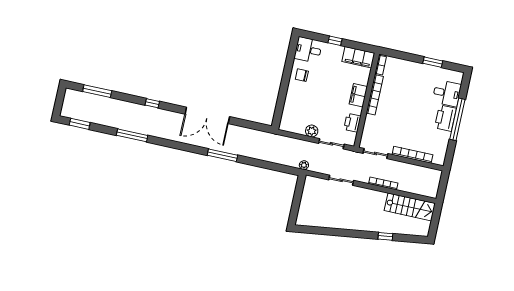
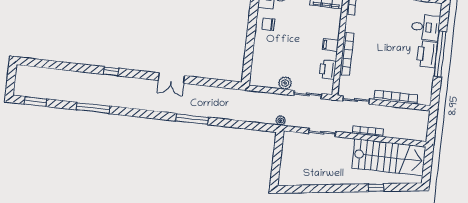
window: (97, 91) -> (51, 64), removed
filing cabinet: (358, 95) -> (330, 45), width x0.50
bookcase: (375, 95) -> (347, 54), moved
double door: (207, 115) -> (171, 78), width x0.54
stairs: (410, 207) -> (389, 157), width x1.36, depth x1.51

